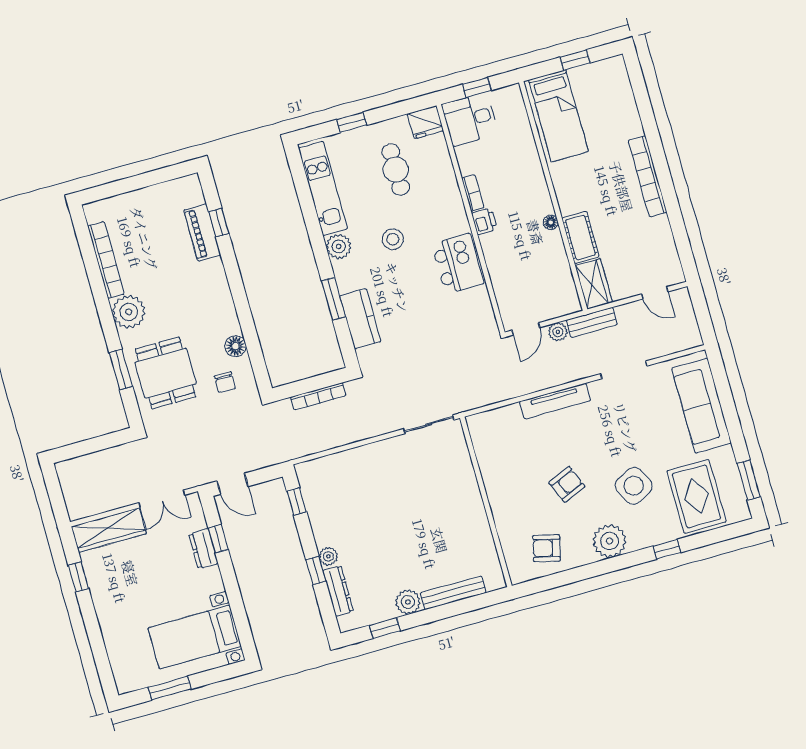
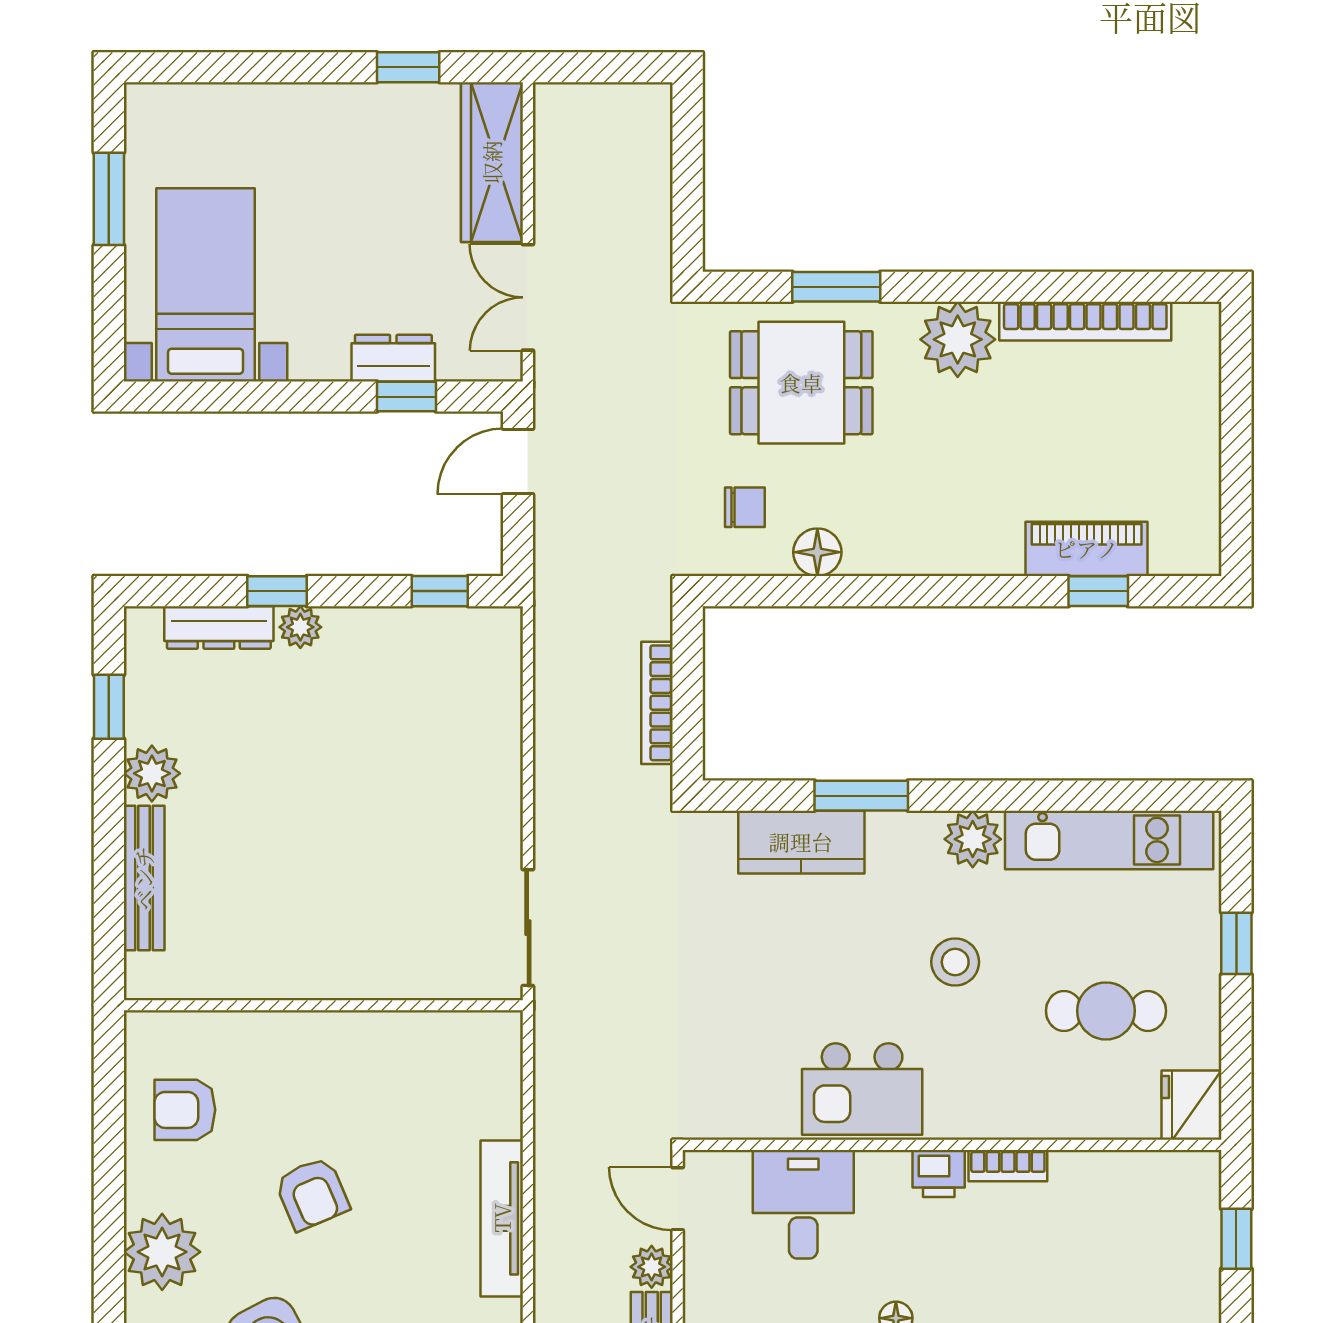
desk: (470, 119) -> (803, 1204), moved
chair: (225, 382) -> (745, 507), turned 180
armchair: (547, 548) -> (185, 1110), turned -104

